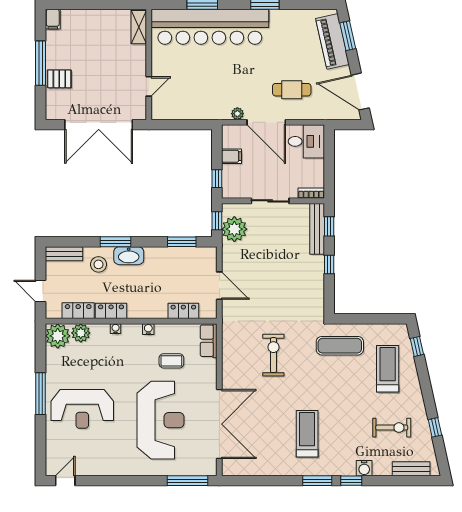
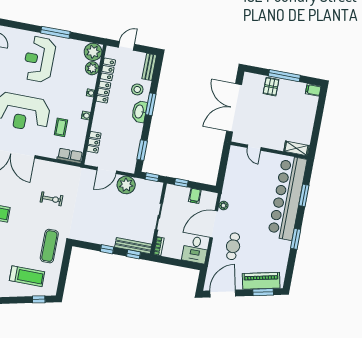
plant: (234, 229) -> (126, 185), moved
exercise bike: (273, 355) -> (52, 199), width x0.73, depth x0.72

